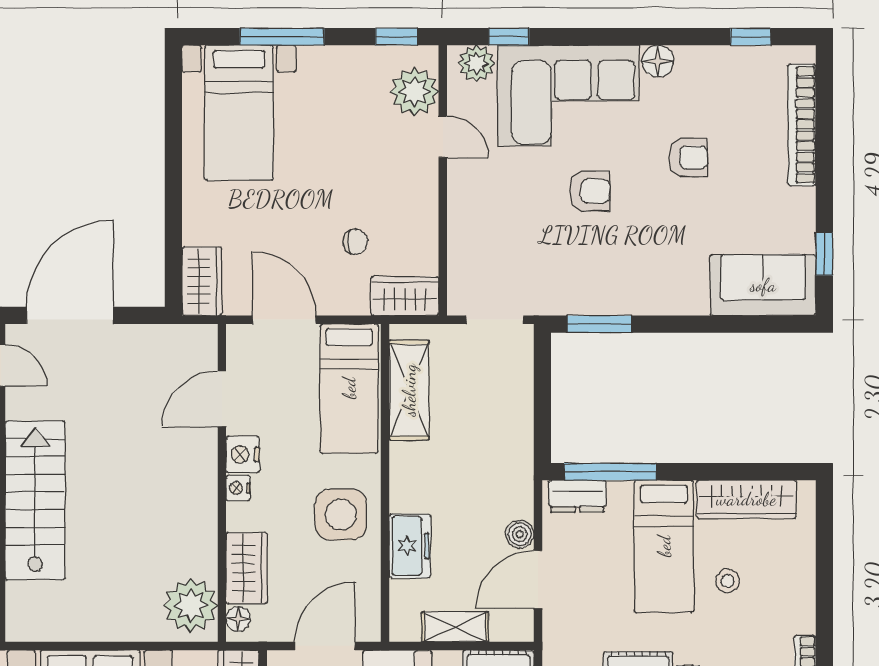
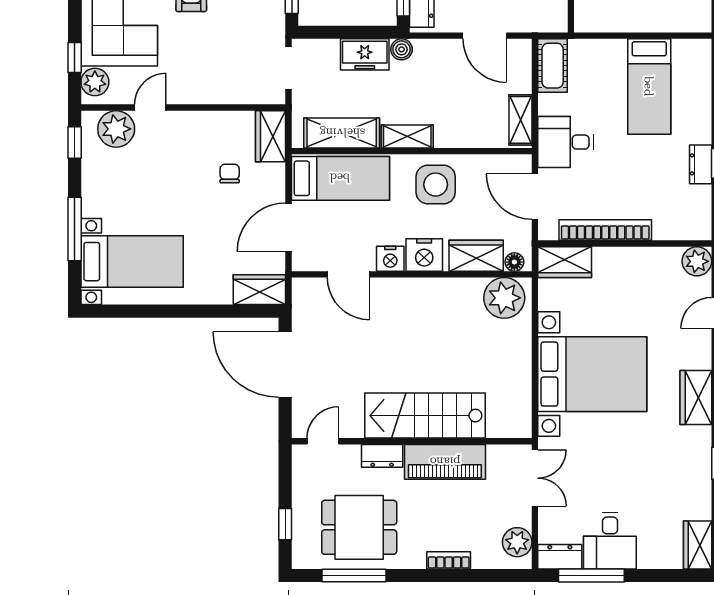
door: (70, 315) -> (285, 365), moved
shelving: (405, 477) -> (407, 136), added
nightstand: (238, 488) -> (424, 255), width x1.89, depth x1.79
boiler: (520, 534) -> (402, 49), moved
freezer: (410, 546) -> (365, 54), moved, turned 180
shelving: (455, 627) -> (520, 120), moved

